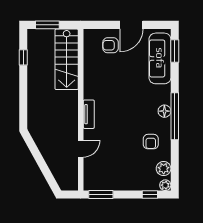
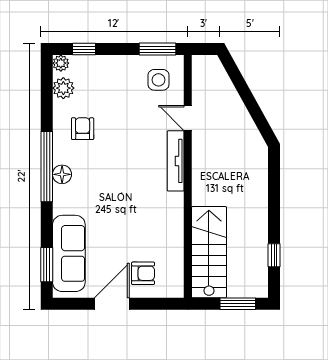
tv unit: (89, 114) -> (176, 161), width x1.41
door: (81, 149) -> (188, 118), hinge flipped
side table: (100, 174) -> (158, 80), added

